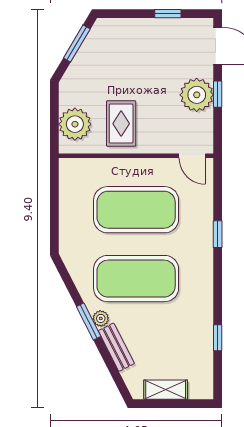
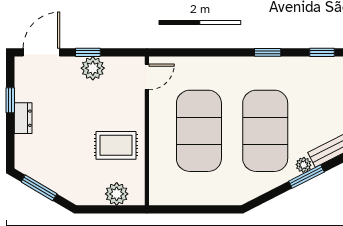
dresser: (149, 27) -> (23, 118), added
plant: (197, 95) -> (93, 68), width x0.73, depth x0.73
plant: (75, 124) -> (117, 194), width x0.73, depth x0.73
window: (218, 234) -> (268, 52), moved

